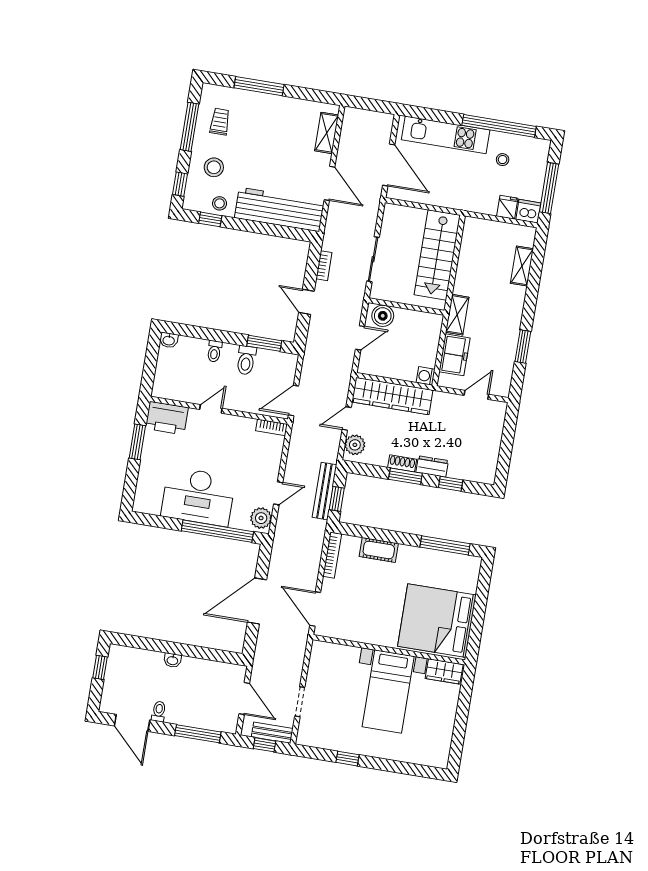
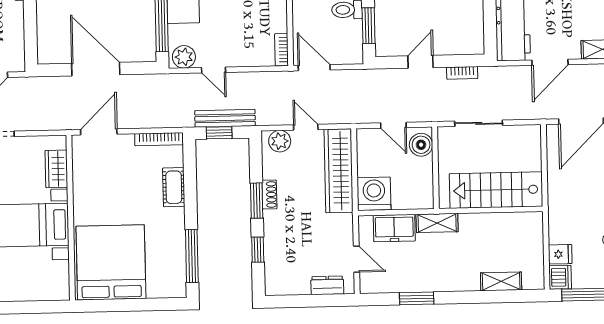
washing machine: (426, 376) -> (374, 194), width x1.89, depth x1.89
dresser: (432, 466) -> (327, 285), moved, turned -90
wardrobe: (444, 671) -> (56, 169), moved

